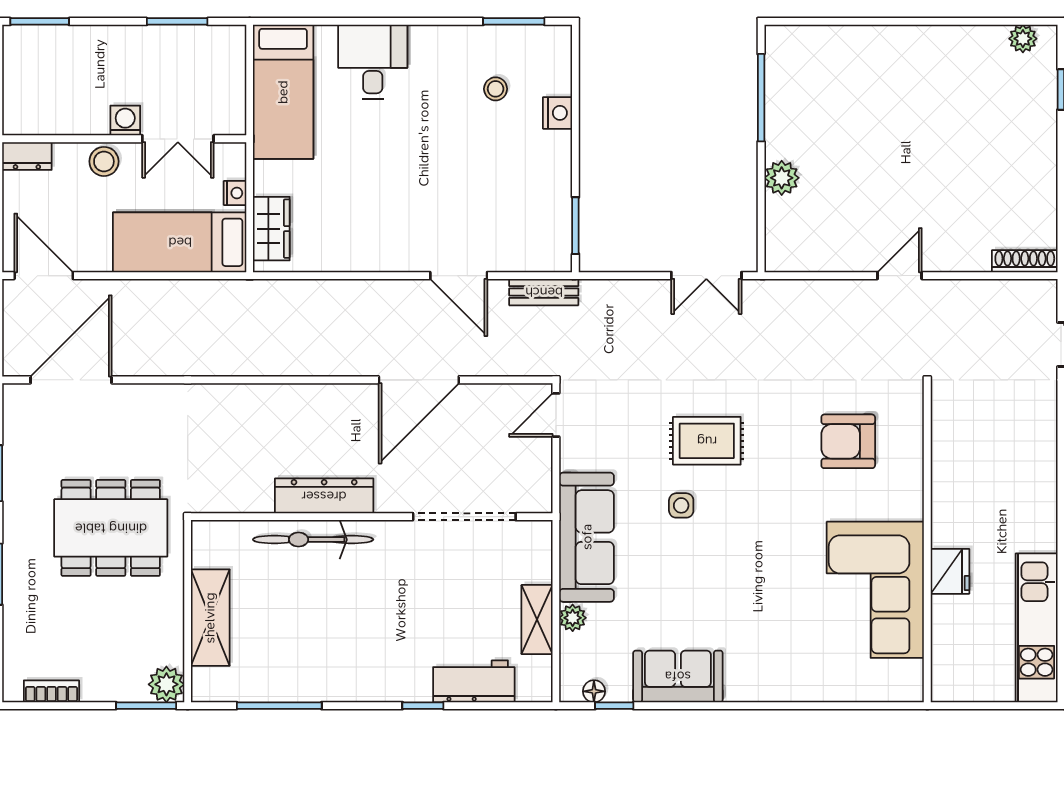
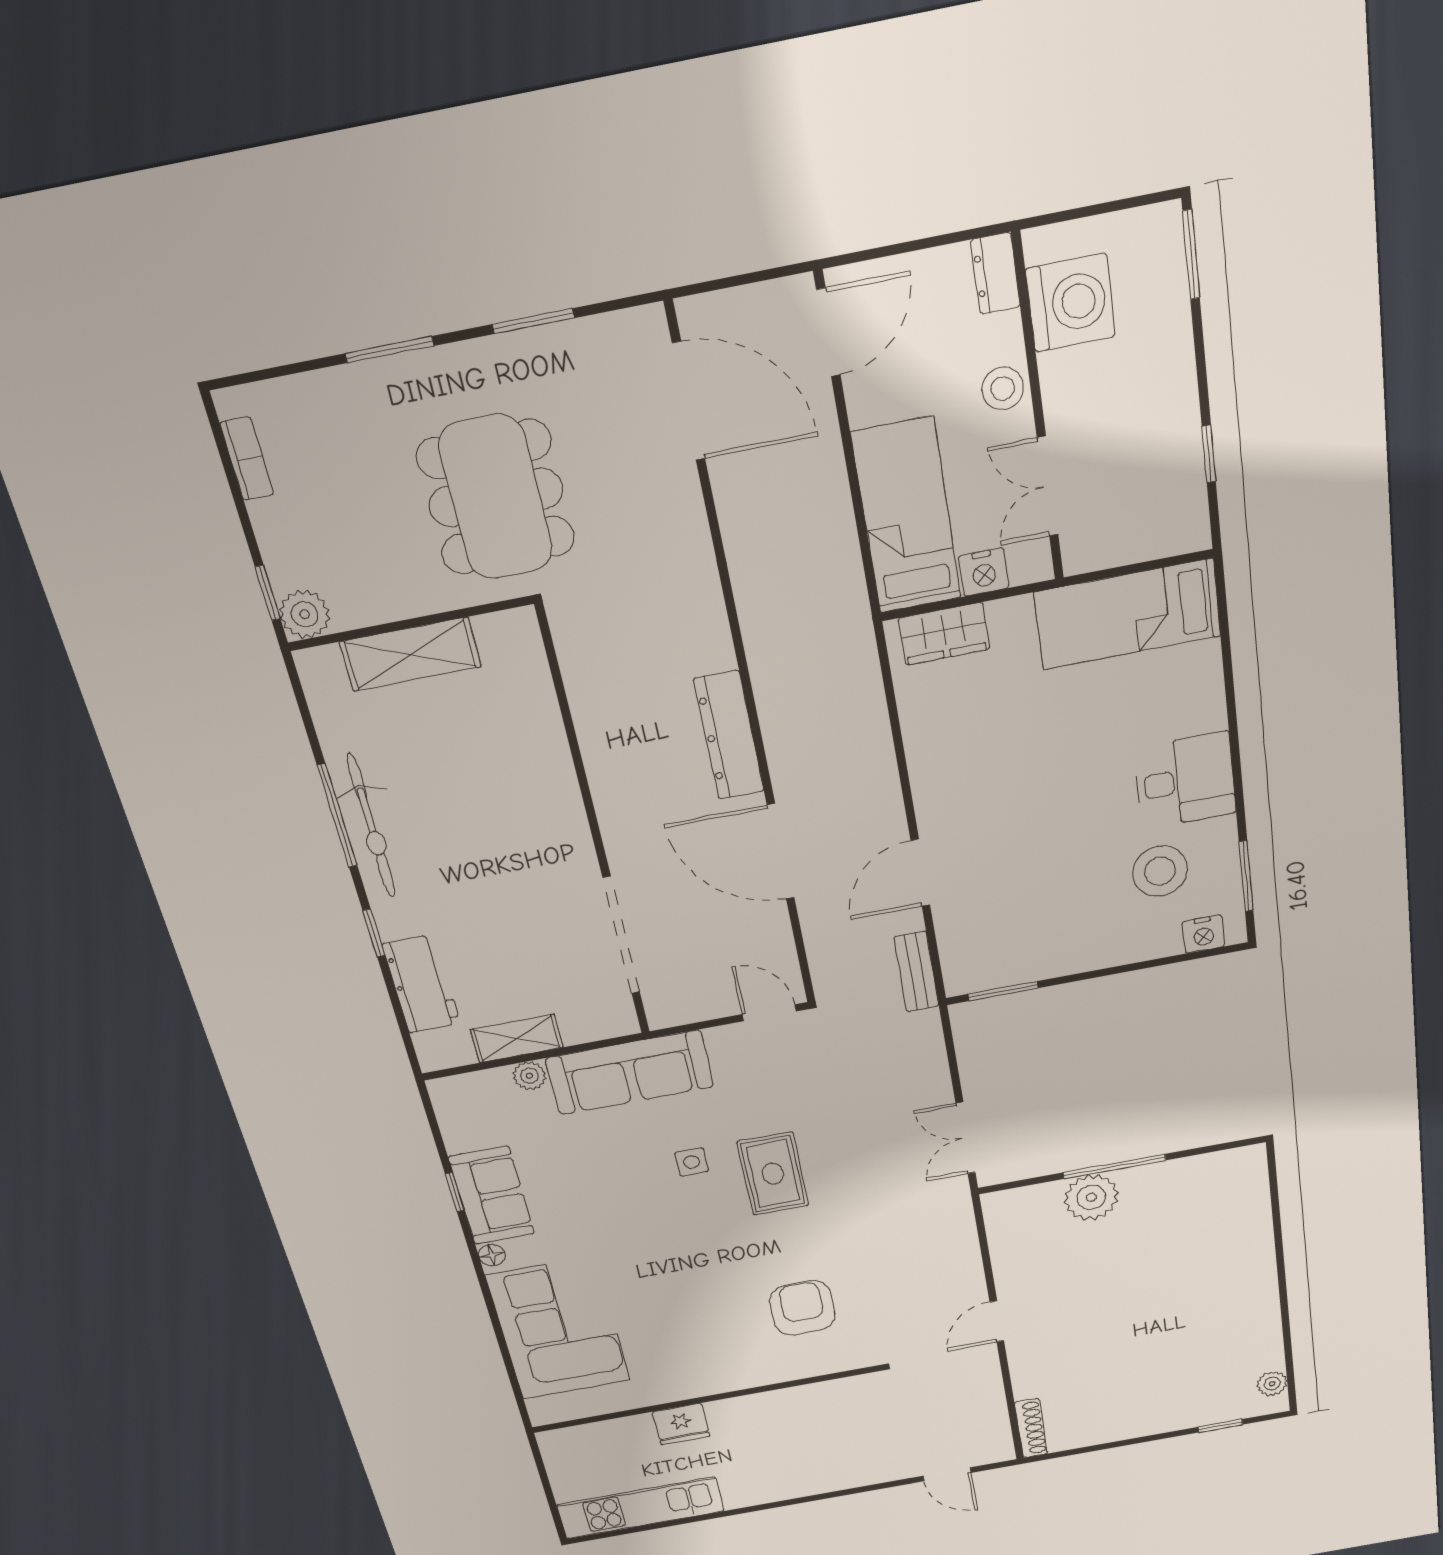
window: (177, 21) -> (1209, 454), width x0.67
desk: (373, 62) -> (1185, 781), moved
stool: (496, 89) -> (1160, 871), width x1.89, depth x1.89
window: (761, 98) -> (1114, 1166), moved
nightstand: (558, 113) -> (1203, 934), moved
washing machine: (125, 121) -> (1071, 303), moved, width x1.89, depth x1.89
plant: (782, 178) -> (1091, 1197), width x1.36, depth x1.36
nightstand: (235, 193) -> (984, 572), width x1.39, depth x1.35
door: (900, 276) -> (997, 1321), swing flipped
dresser: (324, 496) -> (729, 735), moved, turned 180
bicycle: (313, 540) -> (371, 826), moved, turned 180
corner sofa: (875, 590) -> (559, 1328), moved, turned 90
floor lamp: (594, 691) -> (492, 1255), moved
window: (146, 706) -> (268, 593), width x0.67
window: (279, 706) -> (337, 816), moved
window: (614, 706) -> (455, 1192), moved

